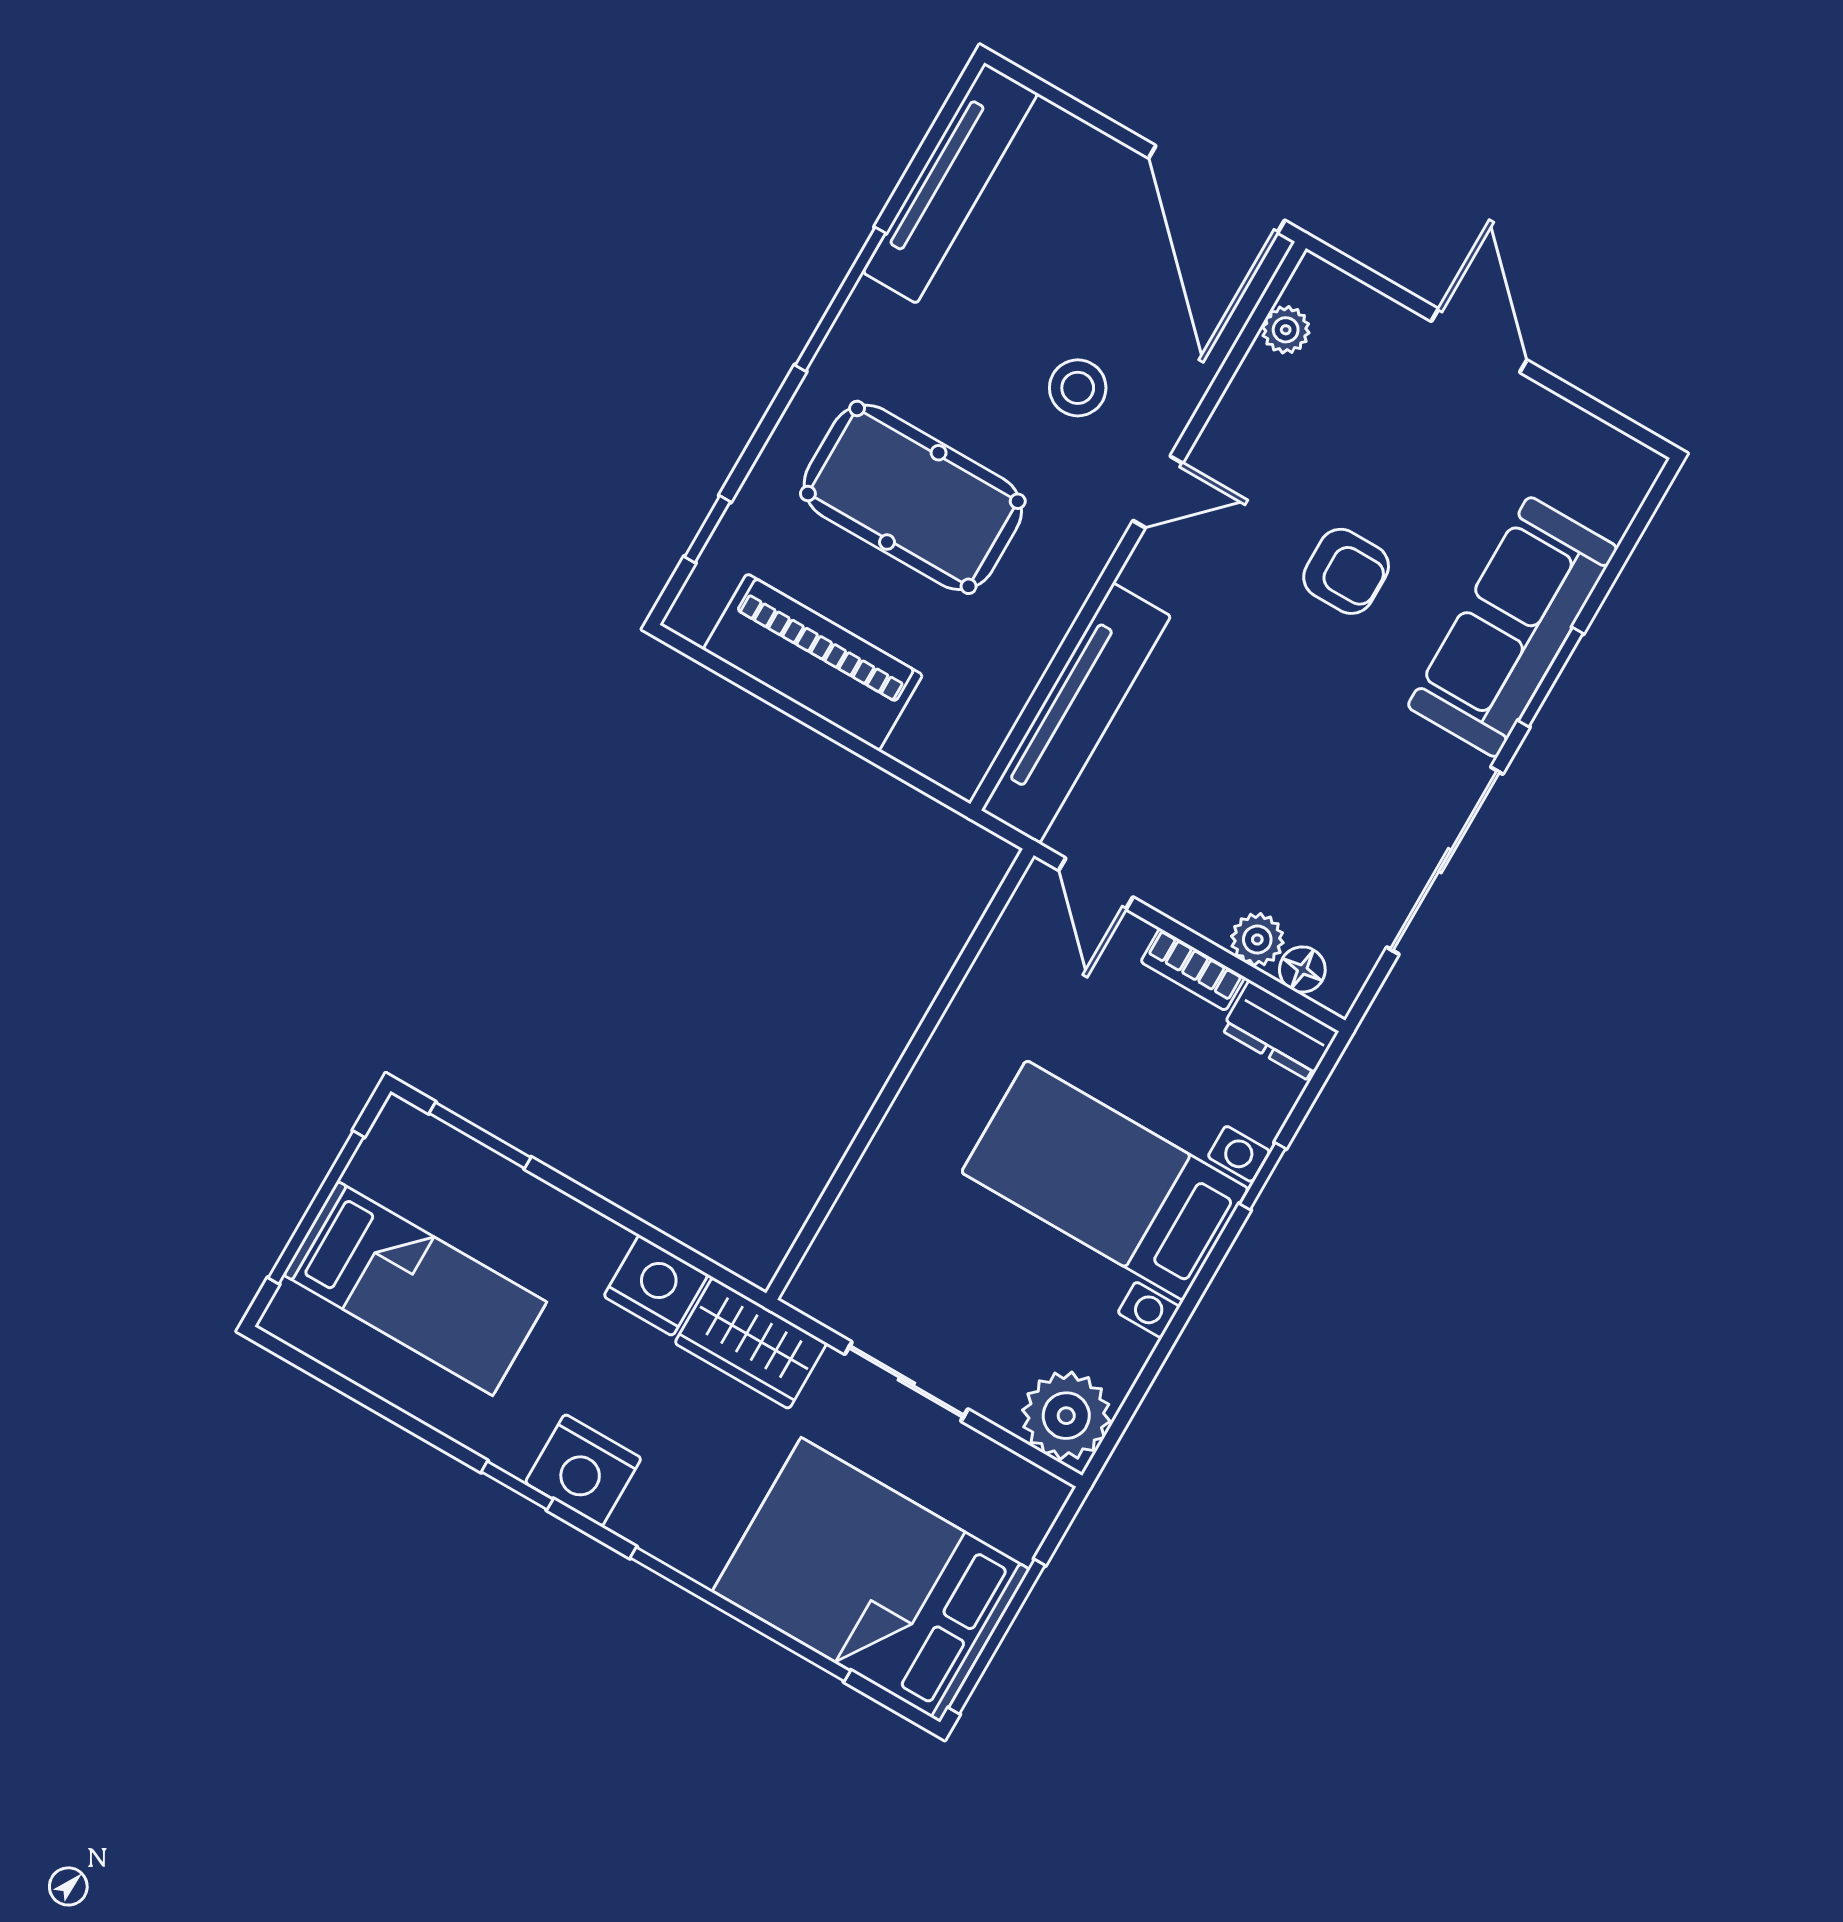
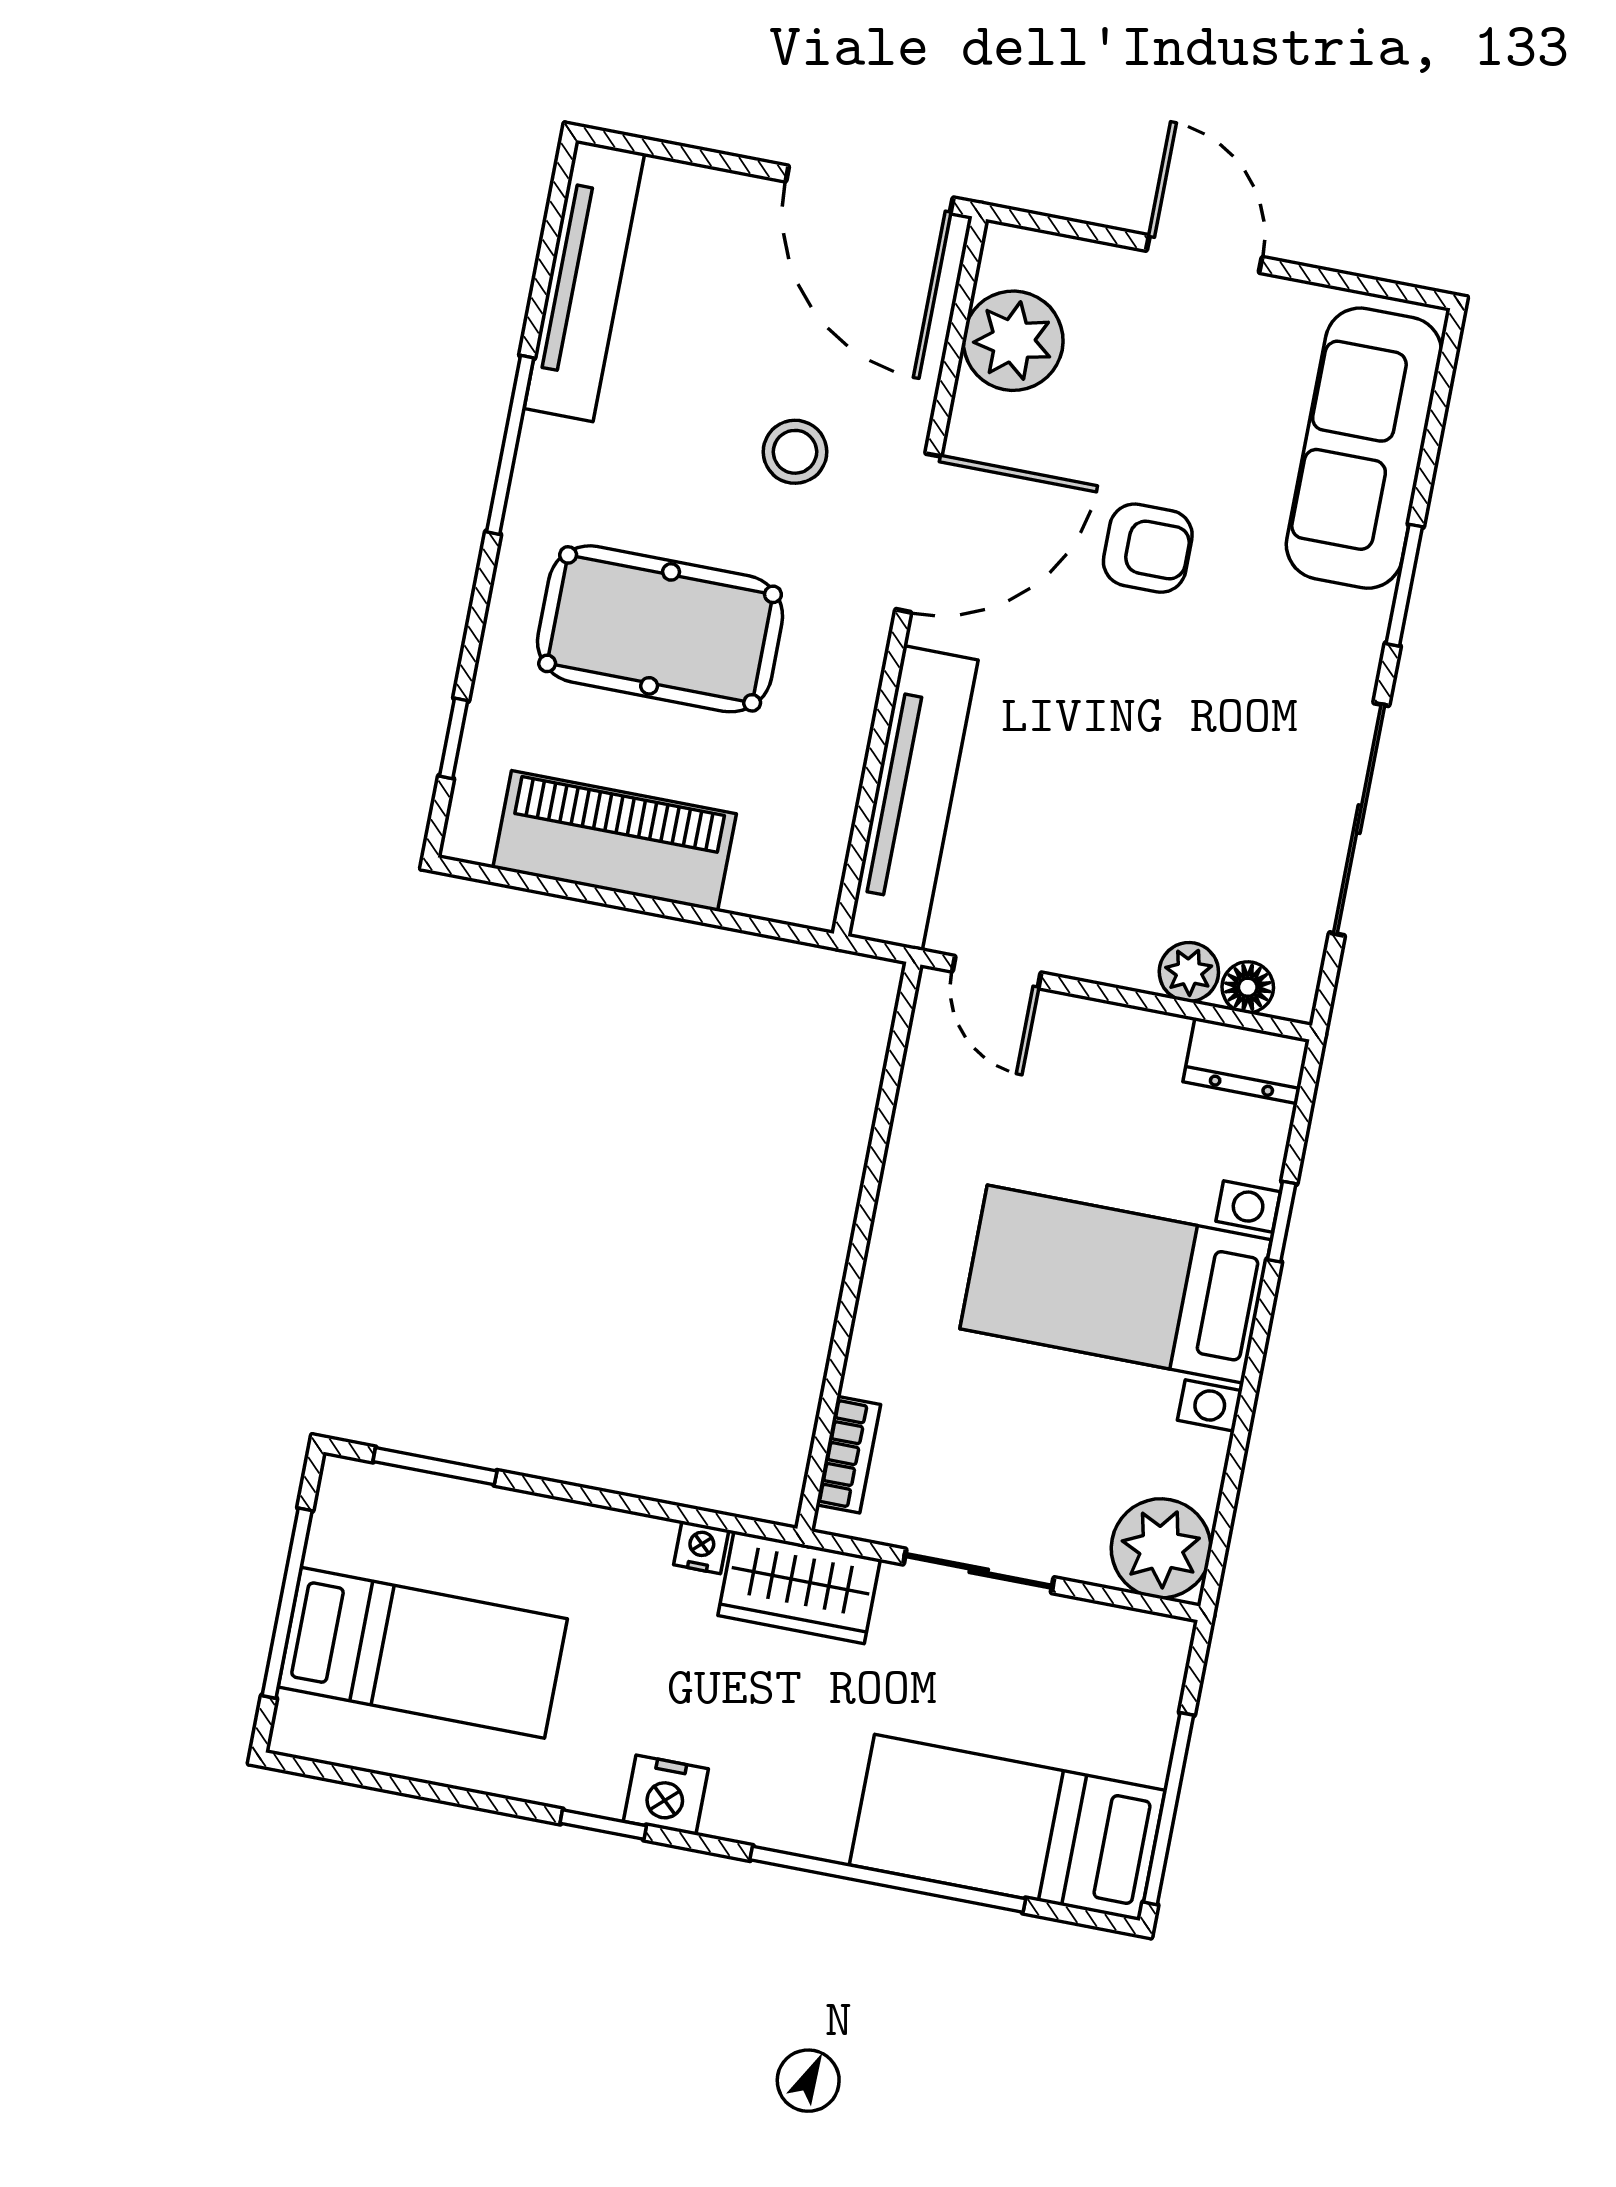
plant: (1286, 330) -> (1013, 341), width x1.88, depth x1.88
door: (1158, 492) -> (918, 533), width x1.88
sofa: (1513, 627) -> (1364, 448), moved
bookcase: (1193, 969) -> (848, 1455), moved, turned -90
nightstand: (656, 1285) -> (701, 1547), width x0.53, depth x0.56
nightstand: (583, 1470) -> (666, 1795), width x0.74, depth x0.75
bed: (871, 1580) -> (1007, 1827), width x0.67

